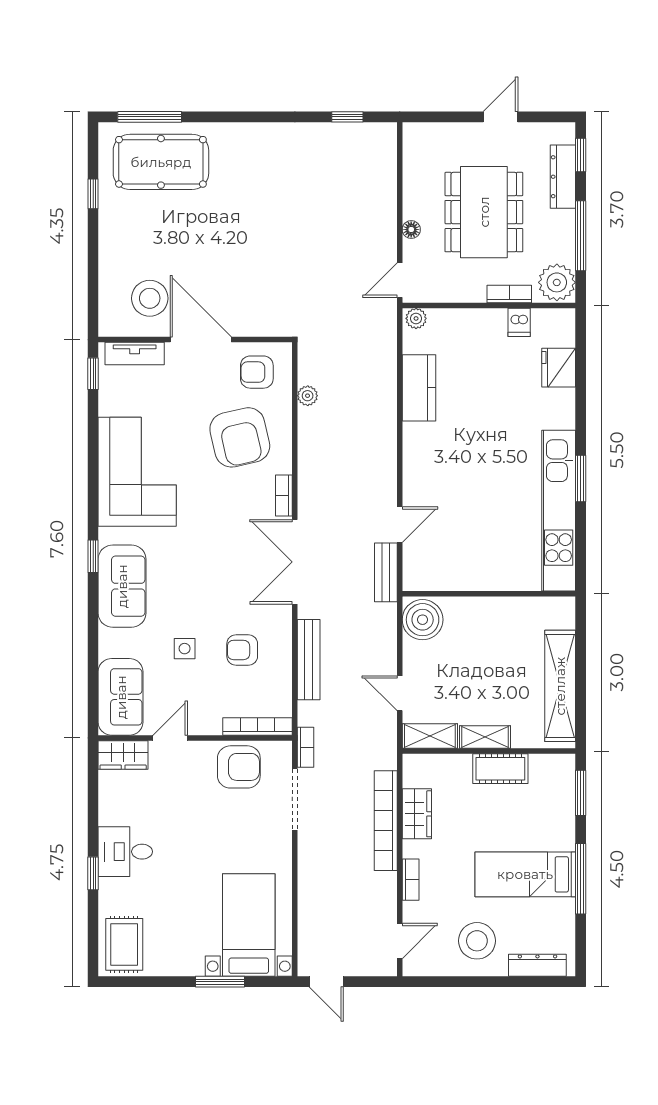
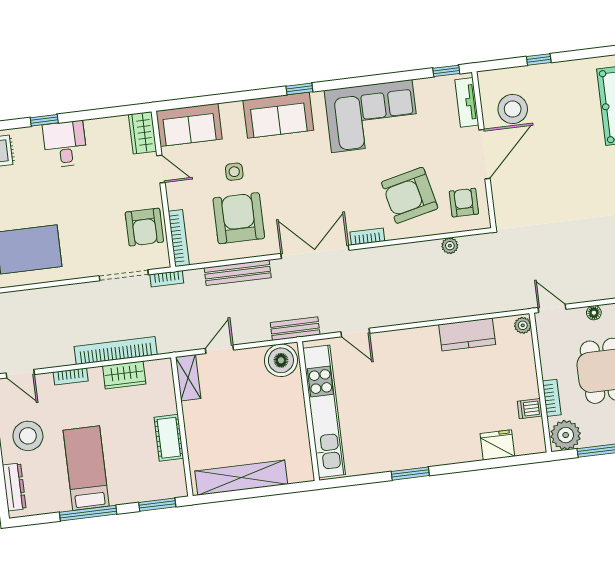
window: (93, 194) -> (539, 60), moved
kitchen unit: (559, 511) -> (324, 411), moved, turned 90
bench: (386, 572) -> (295, 329), moved
armchair: (242, 650) -> (239, 218), width x1.88, depth x1.88
shelving: (485, 737) -> (193, 422), removed

